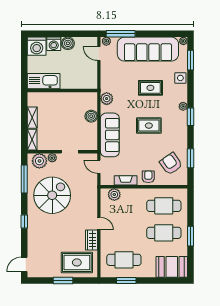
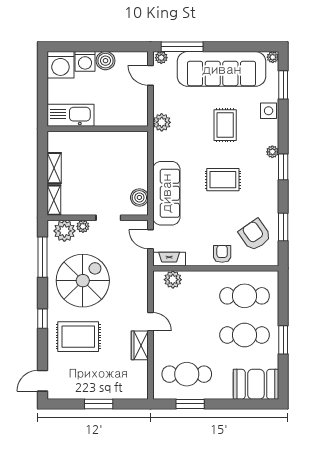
rug: (150, 88) -> (225, 125), turned 90
plant: (107, 99) -> (162, 122), moved
boiler: (91, 116) -> (139, 197), moved
fireplace: (126, 180) -> (169, 259), moved
rug: (77, 262) -> (78, 337), moved

